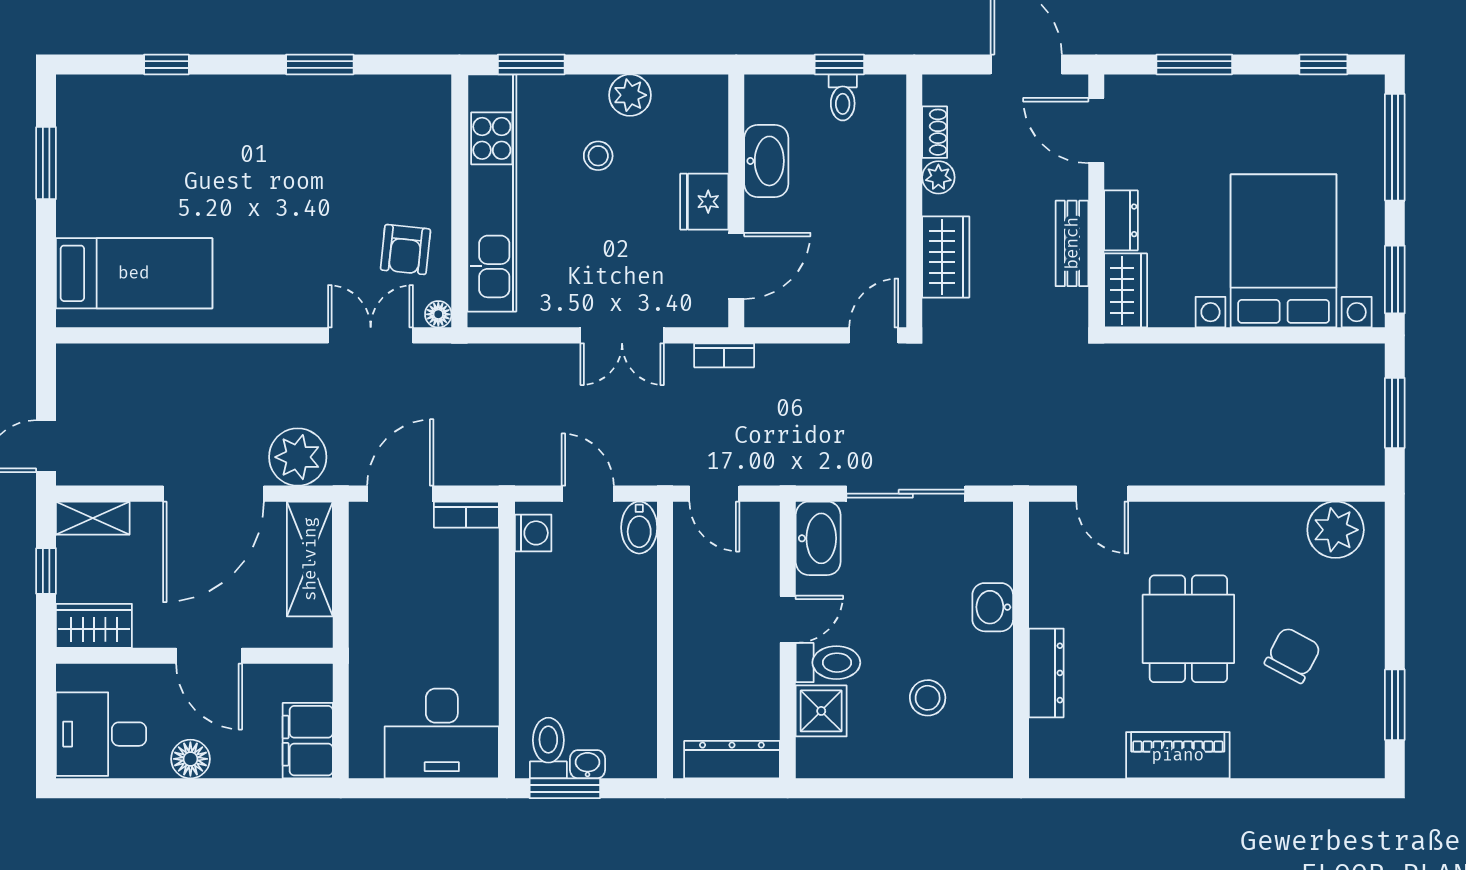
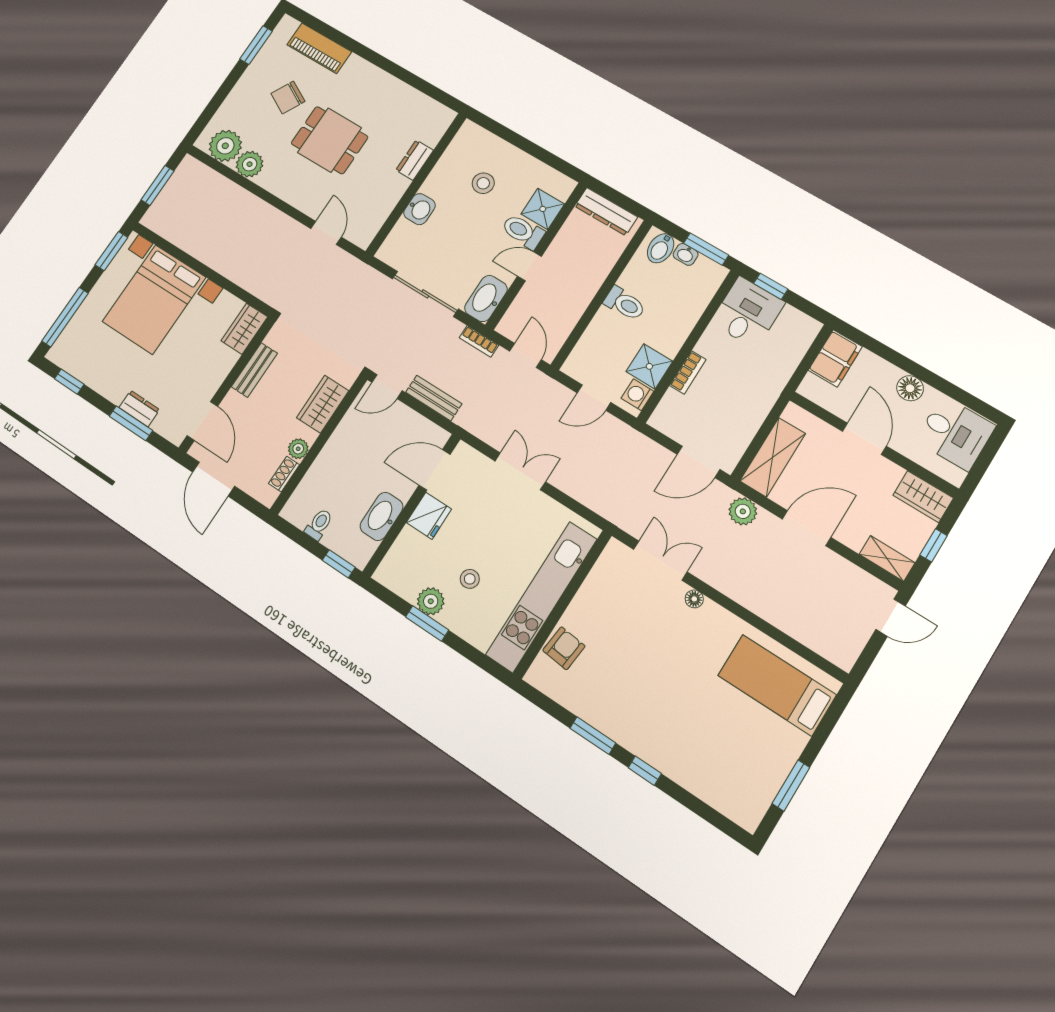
window: (166, 64) -> (645, 771), moved
window: (531, 64) -> (427, 623), moved
window: (839, 64) -> (339, 564), moved
dresser: (1121, 220) -> (139, 409), moved, turned 90
armchair: (405, 249) -> (564, 648), moved
floor lamp: (438, 314) -> (694, 599), moved
double door: (371, 335) -> (660, 561), swing flipped
bookcase: (724, 355) -> (479, 341), moved, turned 180
bench: (800, 360) -> (434, 398), added
plant: (298, 457) -> (743, 511), width x0.73, depth x0.73
door: (213, 494) -> (807, 528), width x0.73
door: (588, 494) -> (594, 398), hinge flipped
bookcase: (466, 515) -> (688, 372), moved, turned 90
plant: (1281, 525) -> (250, 164), added
bidet: (639, 528) -> (661, 248), moved, turned 180
shower: (541, 581) -> (649, 366), added
dining table: (1188, 629) -> (330, 140), turned 90
dresser: (1046, 673) -> (415, 160), width x0.70
desk: (442, 733) -> (748, 313), width x0.73
toilet: (548, 748) -> (625, 304), moved, turned -90
piano: (1178, 755) -> (319, 48), moved
window: (449, 788) -> (771, 286), added

